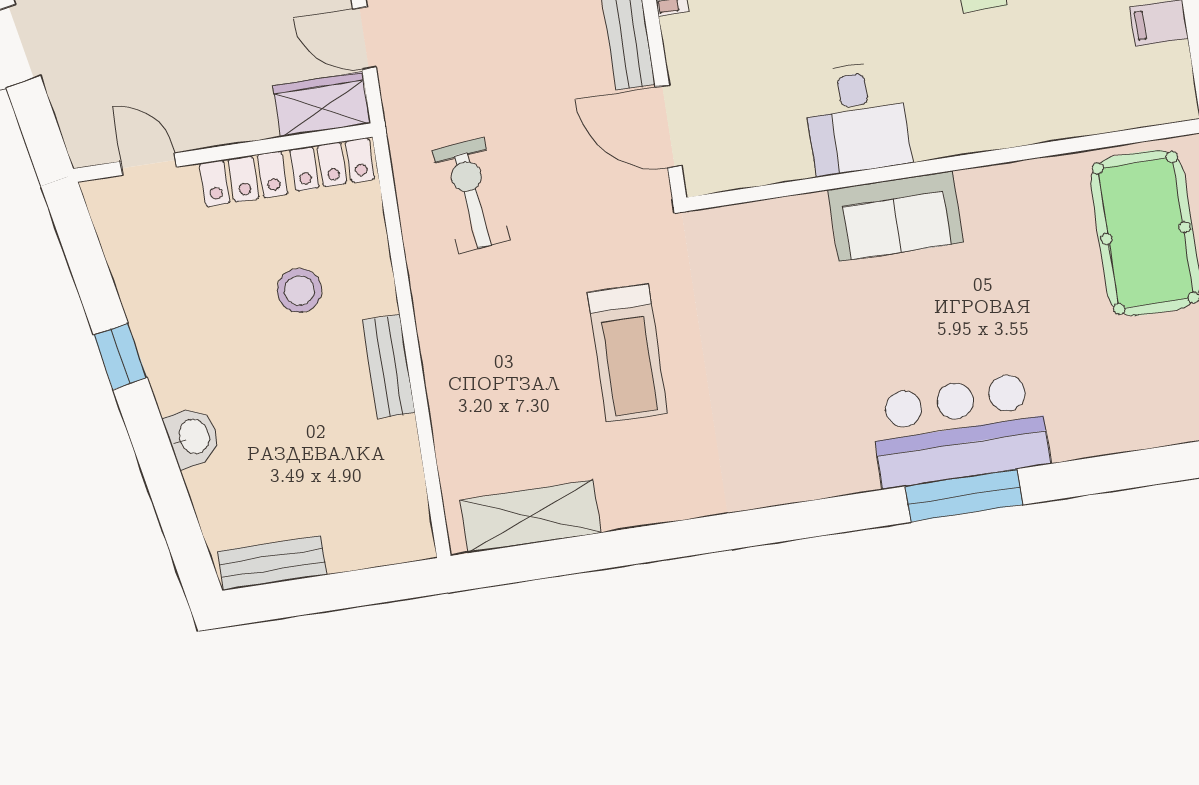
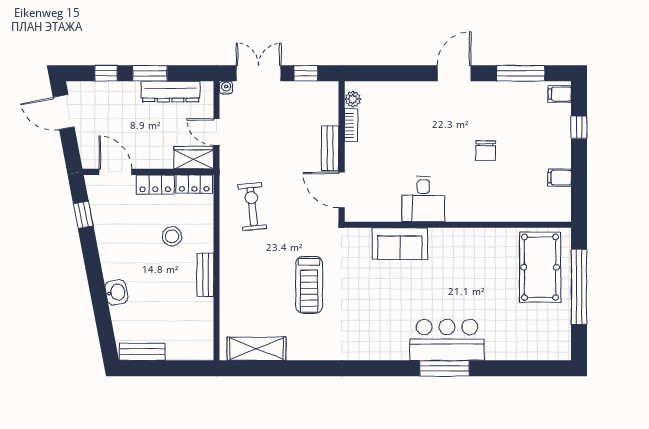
door: (149, 164) -> (115, 172), width x1.38
sofa: (895, 216) -> (400, 244), moved
window: (120, 356) -> (83, 215), moved

